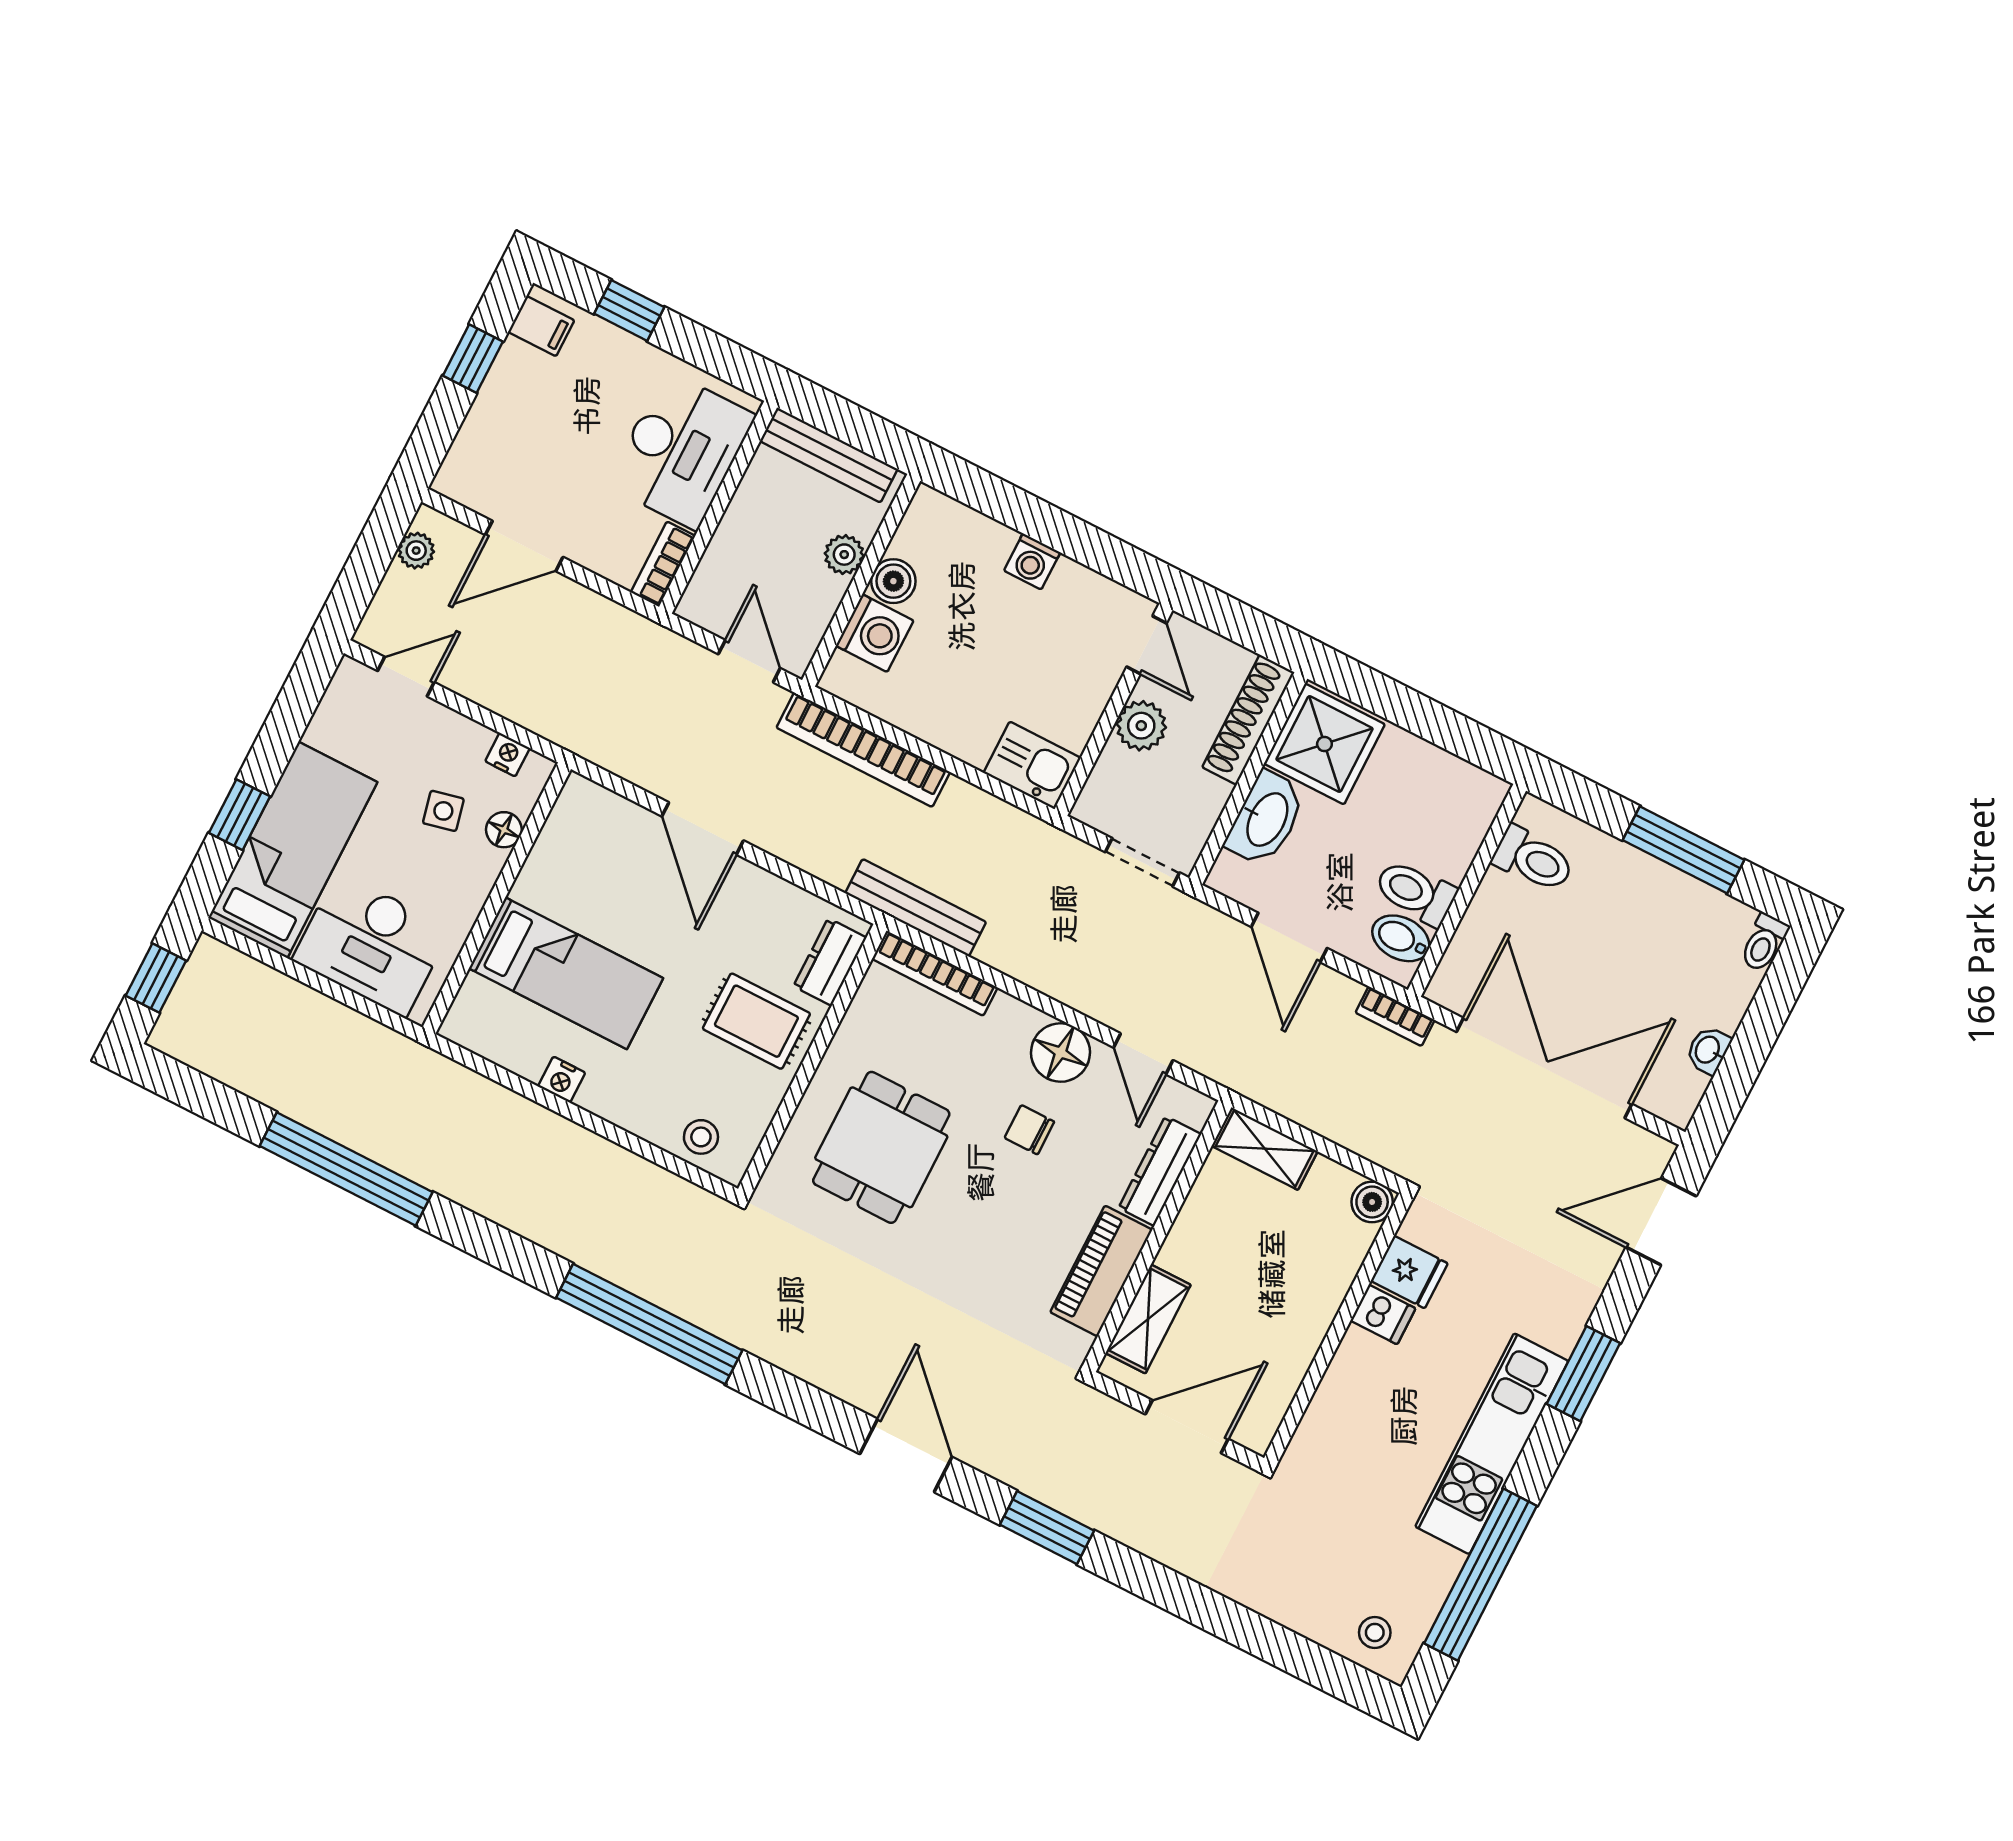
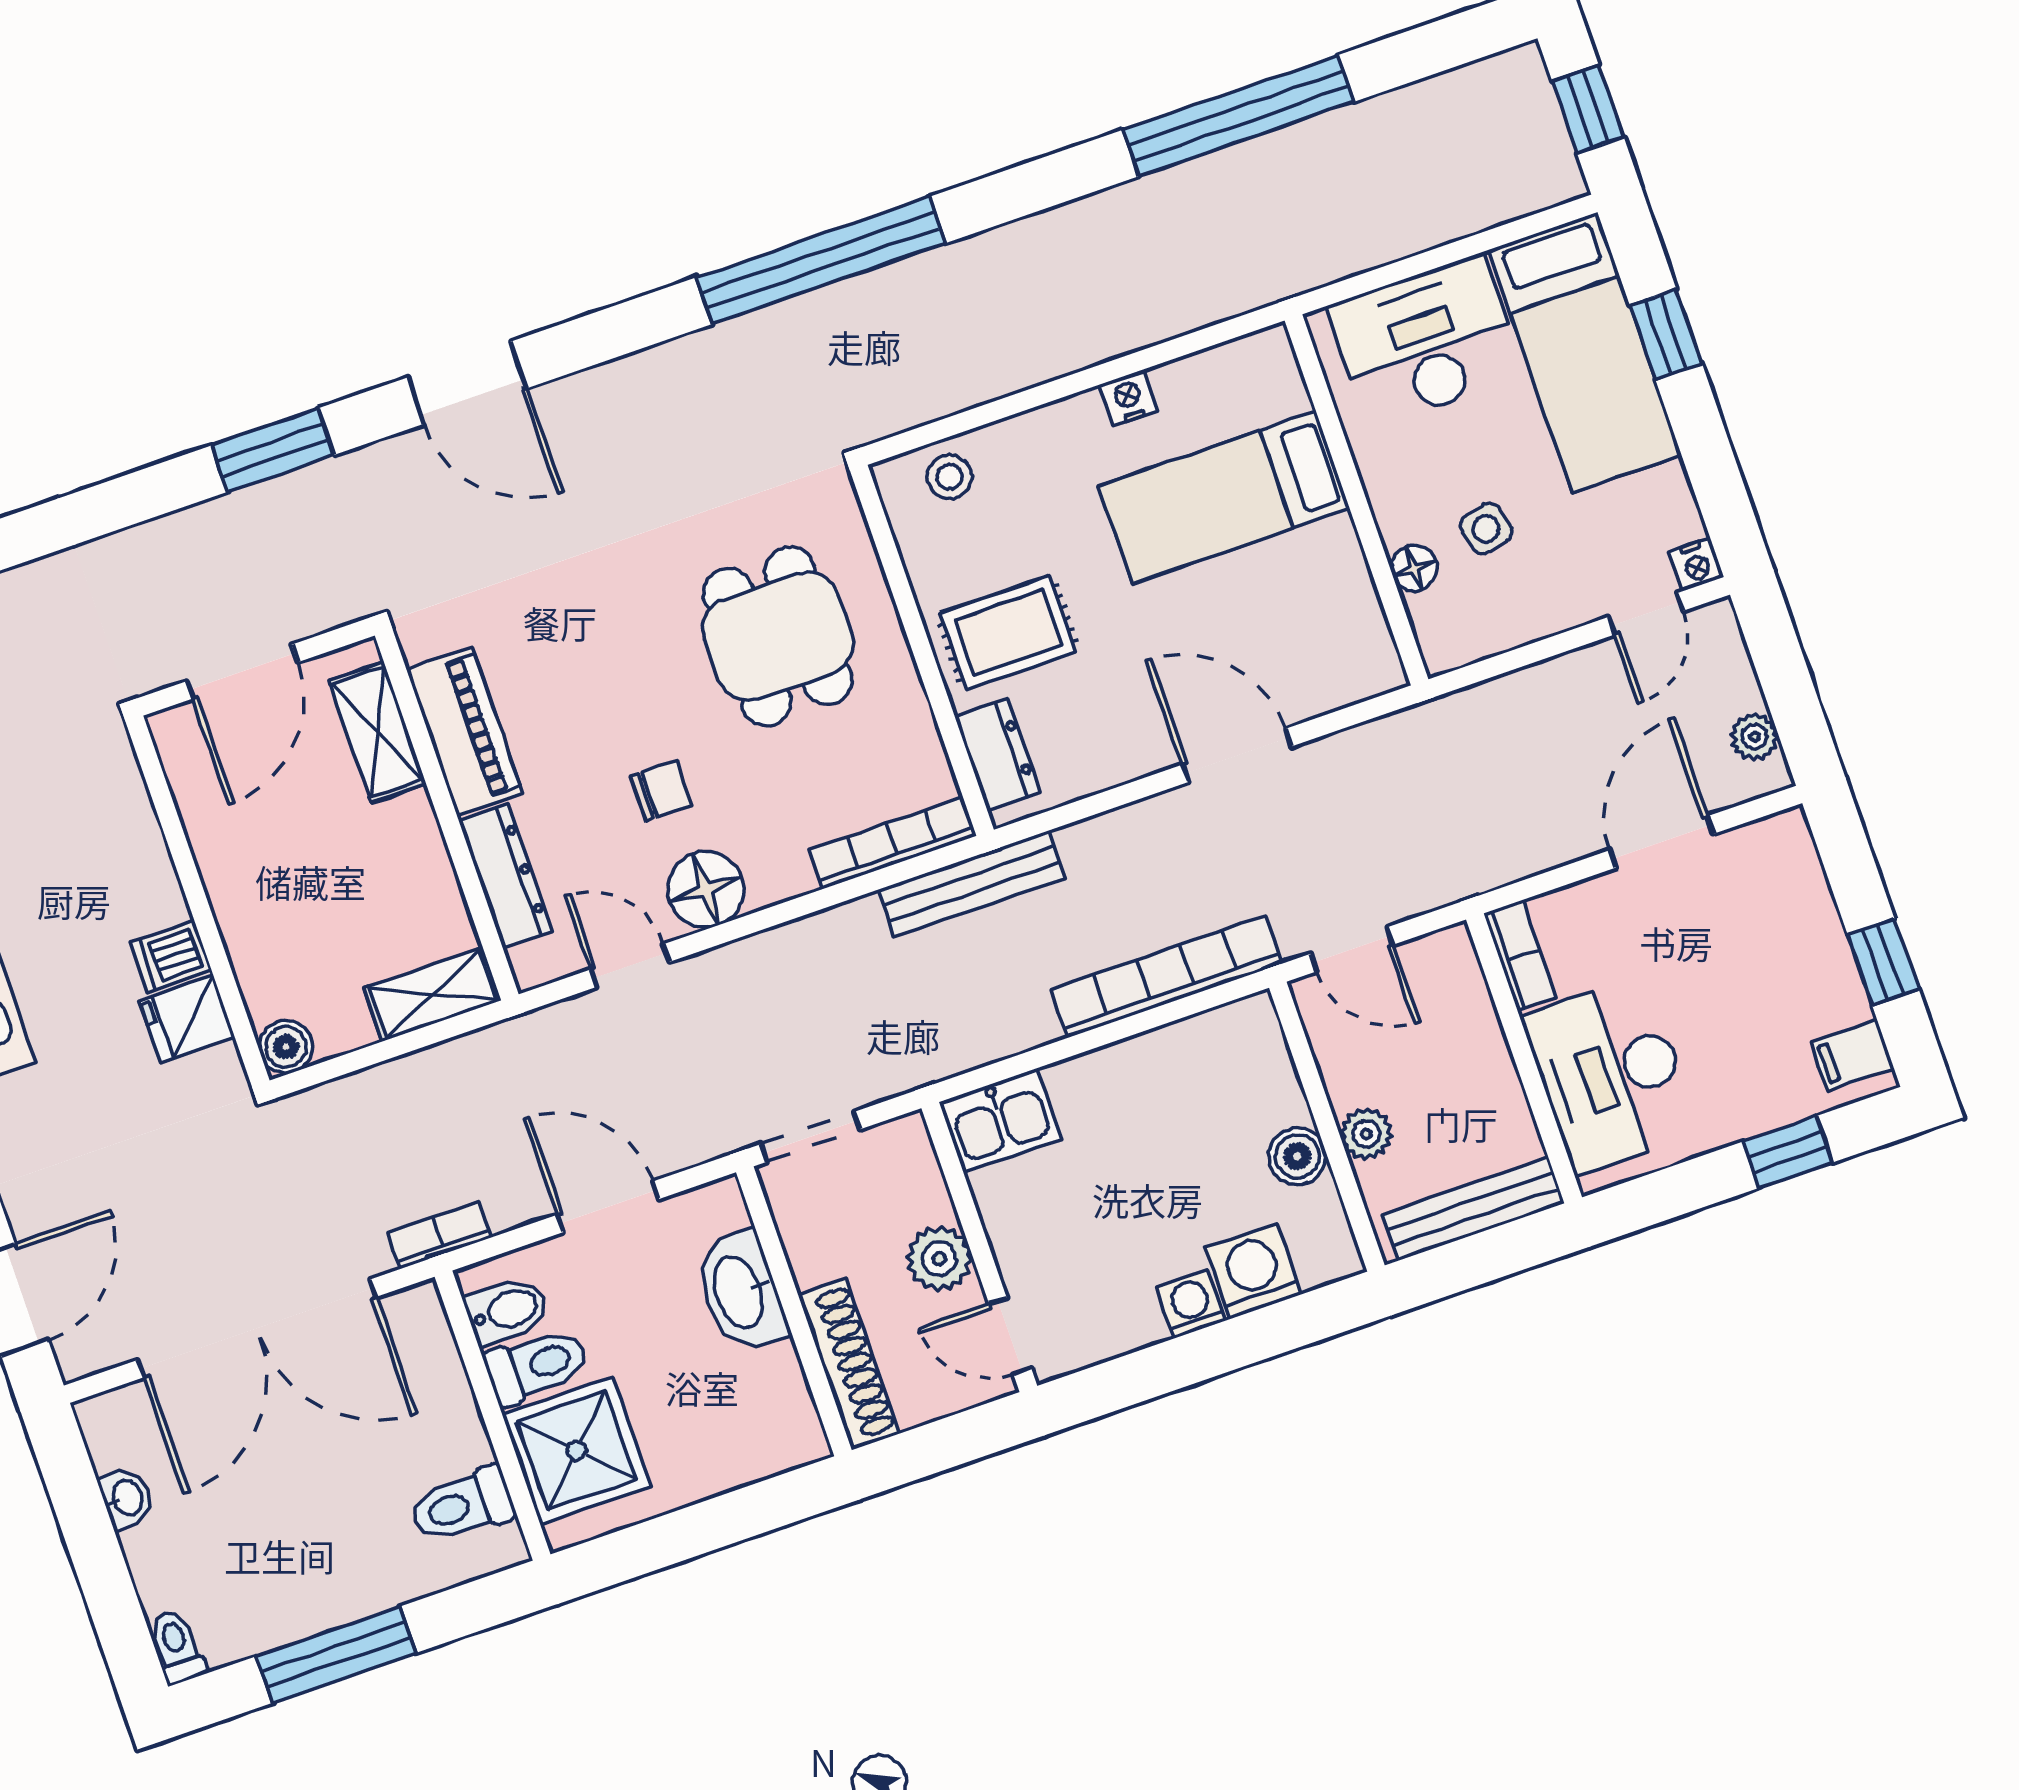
washing machine: (875, 633) -> (1254, 1271), moved, turned 90
shower: (1324, 744) -> (576, 1451), moved
nightstand: (507, 755) -> (1696, 565), moved

